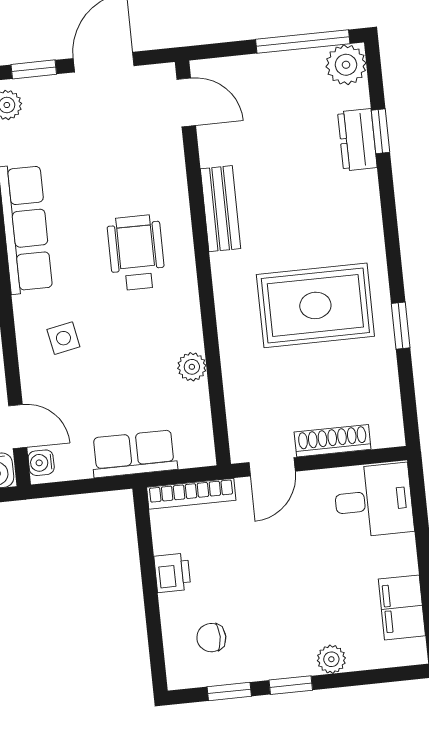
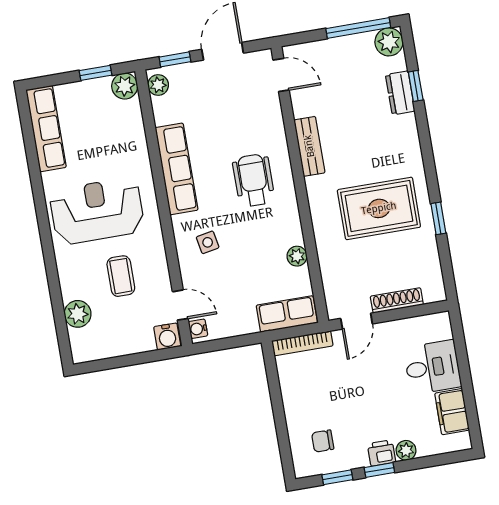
row of seats: (134, 454) -> (287, 314), moved
desk: (374, 501) -> (432, 367), moved
printer: (172, 573) -> (382, 453), moved, turned -90

